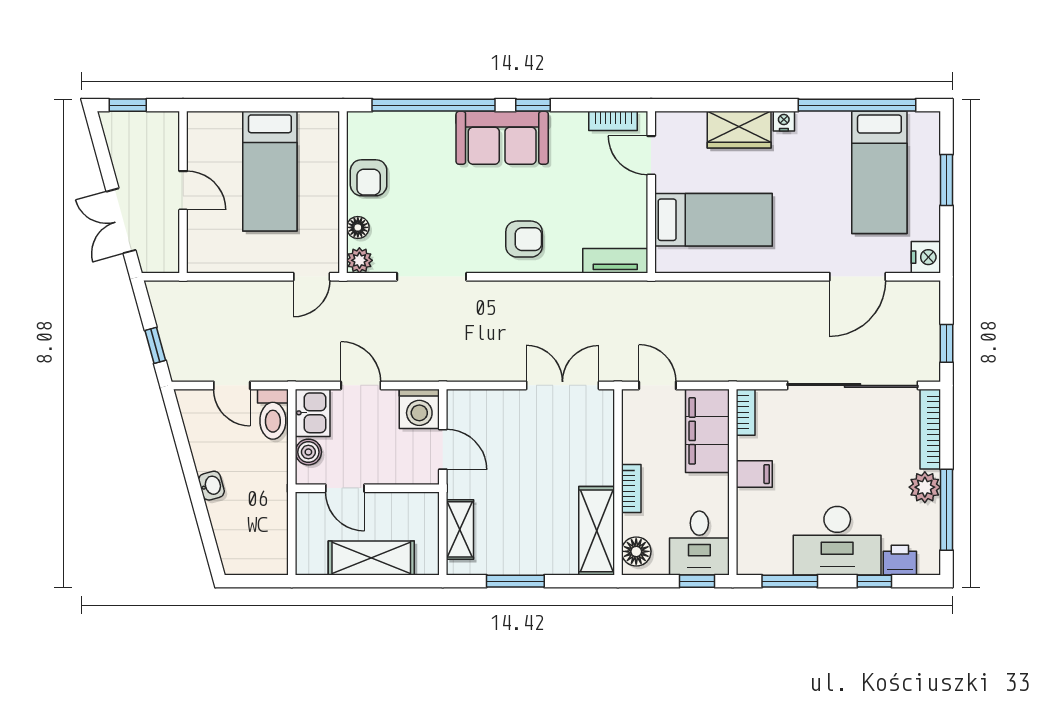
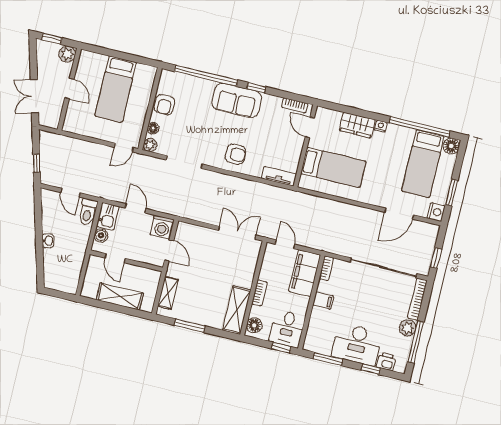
plant: (164, 127) -> (67, 54), added
floor lamp: (925, 127) -> (451, 146), added
window: (947, 180) -> (452, 193), moved

